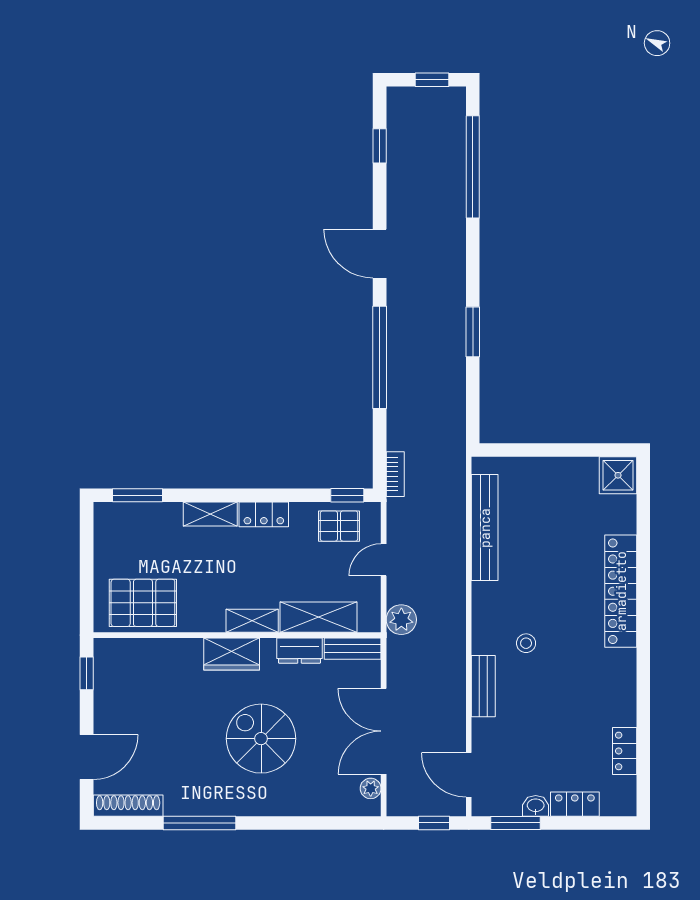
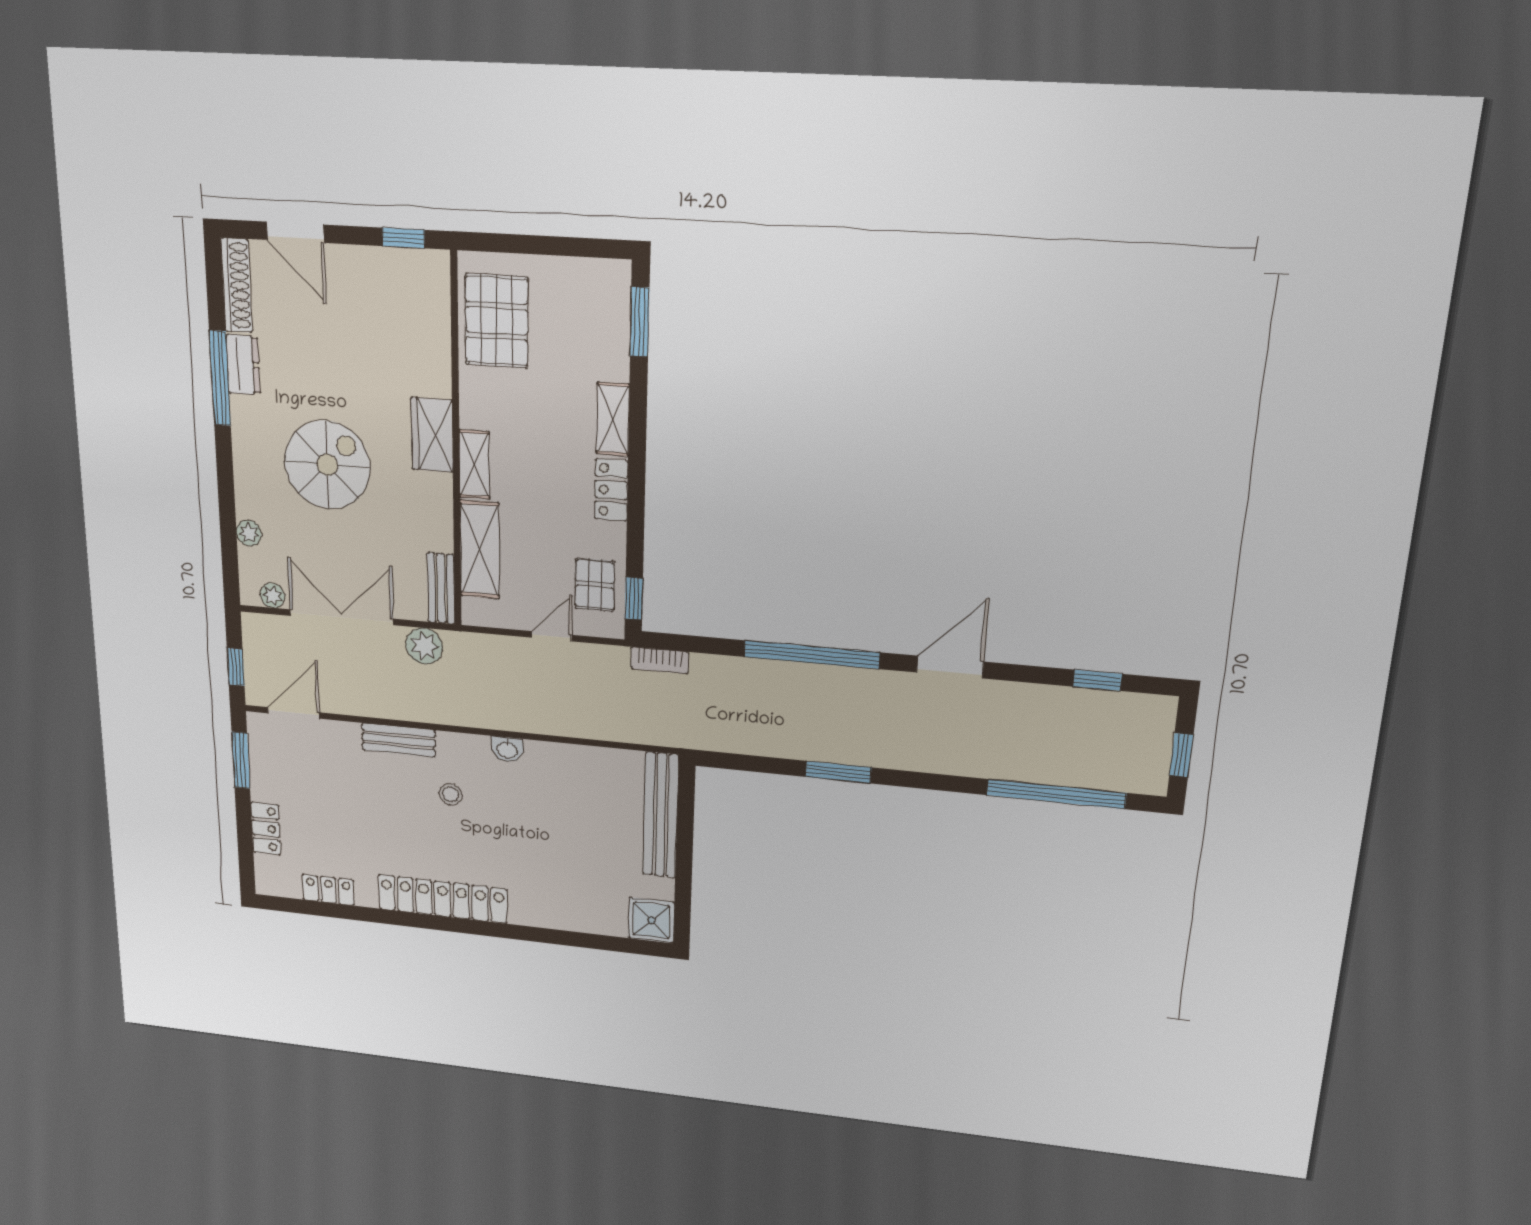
bench: (485, 528) -> (661, 815), moved, turned 90
door: (384, 560) -> (552, 636), hinge flipped
locker: (621, 591) -> (443, 899), moved
plant: (401, 620) -> (424, 646), moved
dresser: (300, 651) -> (243, 365), moved, turned 180
plant: (321, 806) -> (249, 533), added
washbasin: (536, 806) -> (507, 749), moved, turned 90

